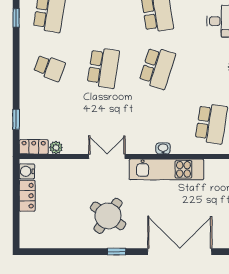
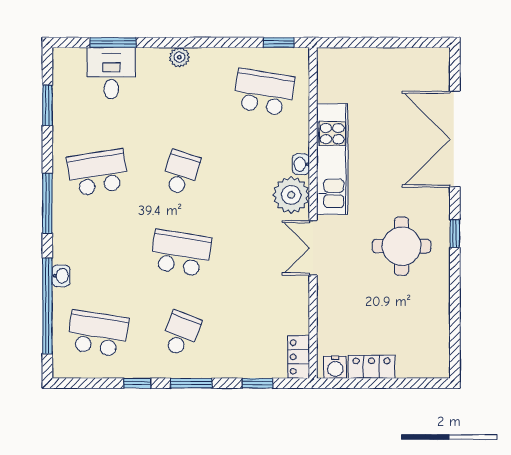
window: (16, 18) -> (137, 383), moved
school desk: (157, 68) -> (181, 173), width x0.54
window: (16, 75) -> (191, 383), added
plant: (56, 148) -> (291, 195), moved, width x1.88, depth x1.88
round table: (108, 216) -> (402, 246), turned -35

